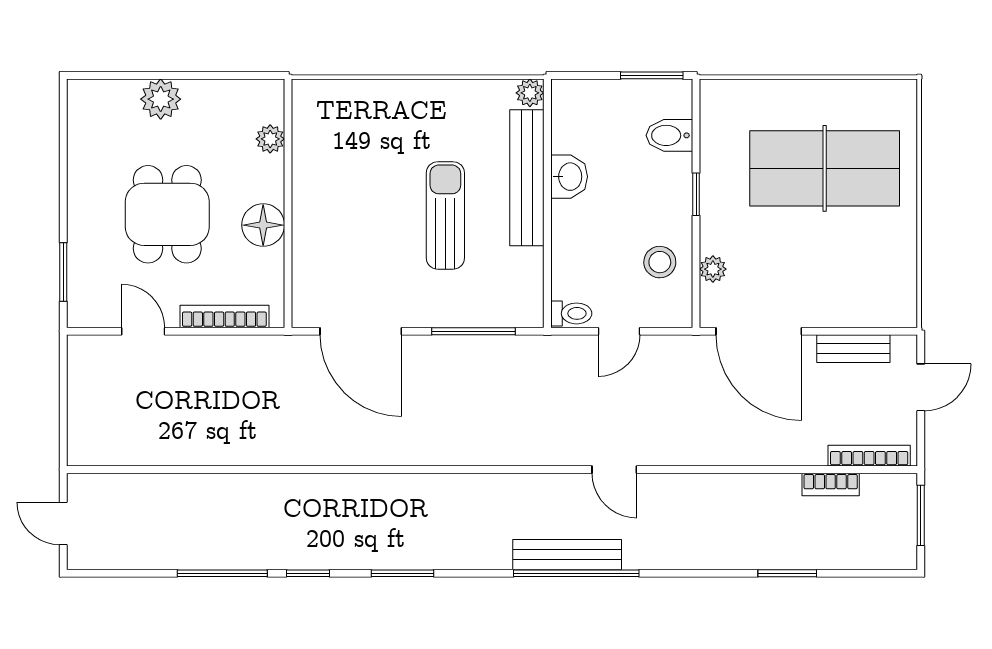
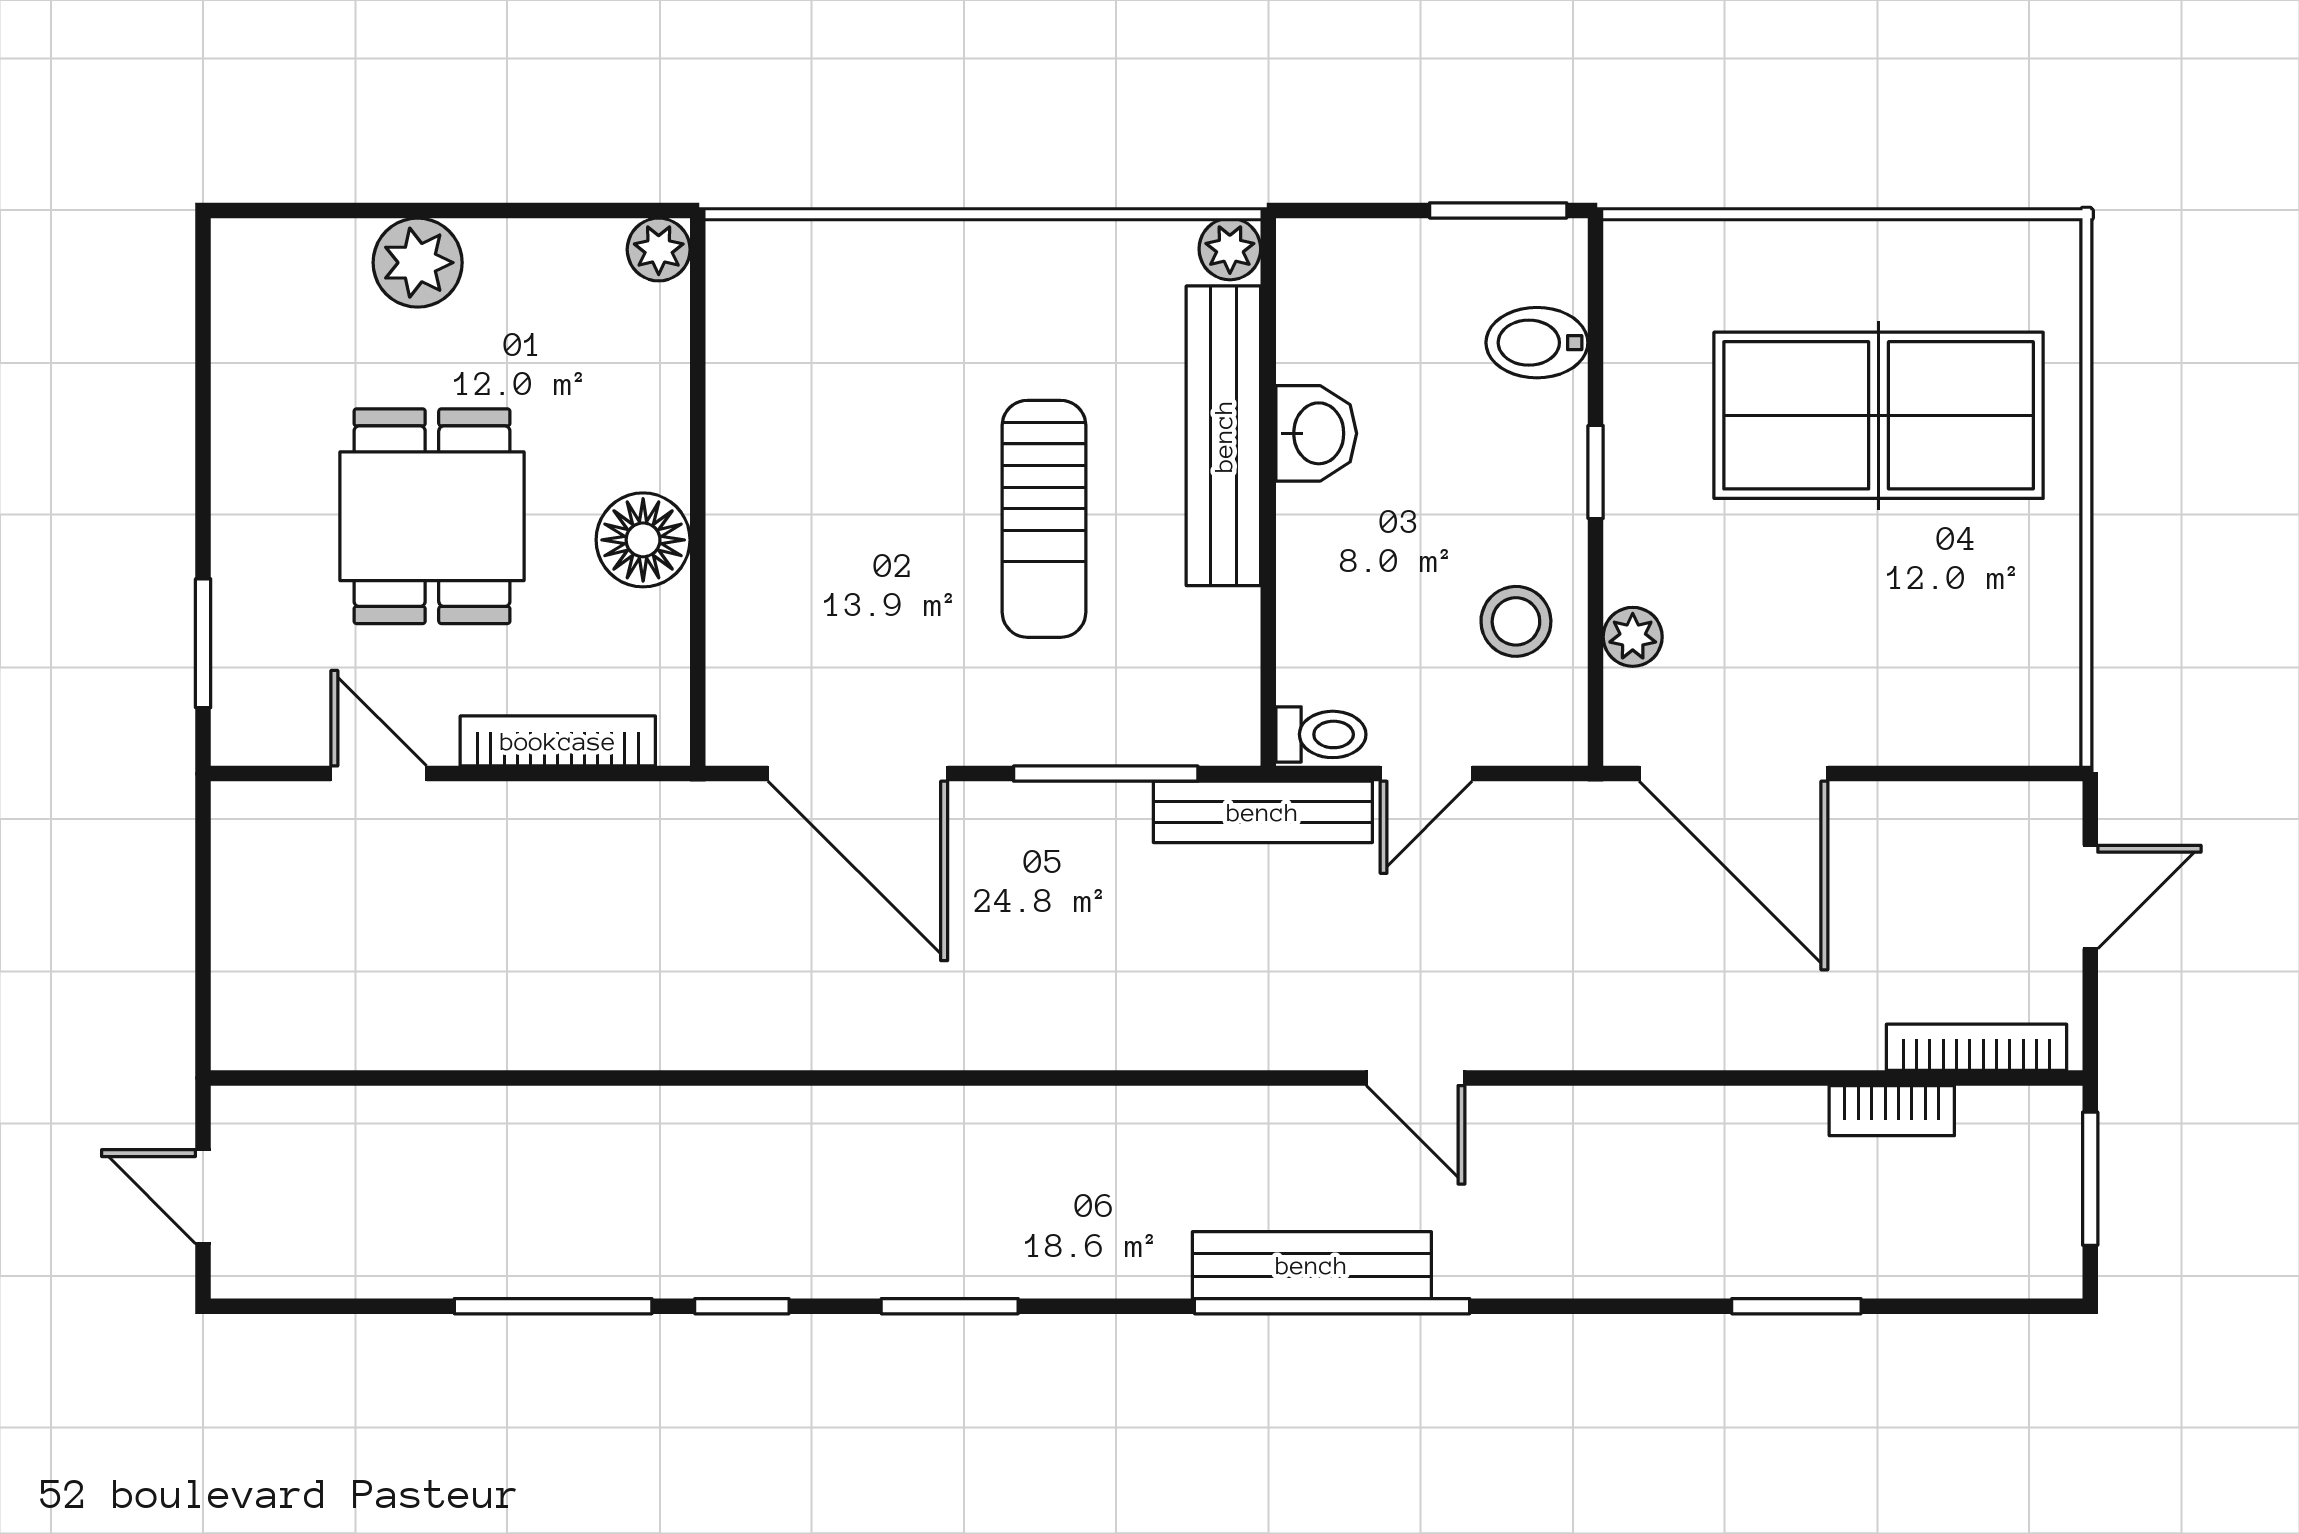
plant: (270, 139) -> (659, 250), moved
sun lounger: (445, 215) -> (1044, 519), turned 180
bench: (853, 349) -> (1263, 812), moved, width x1.36

